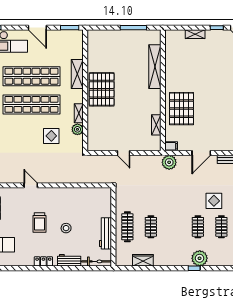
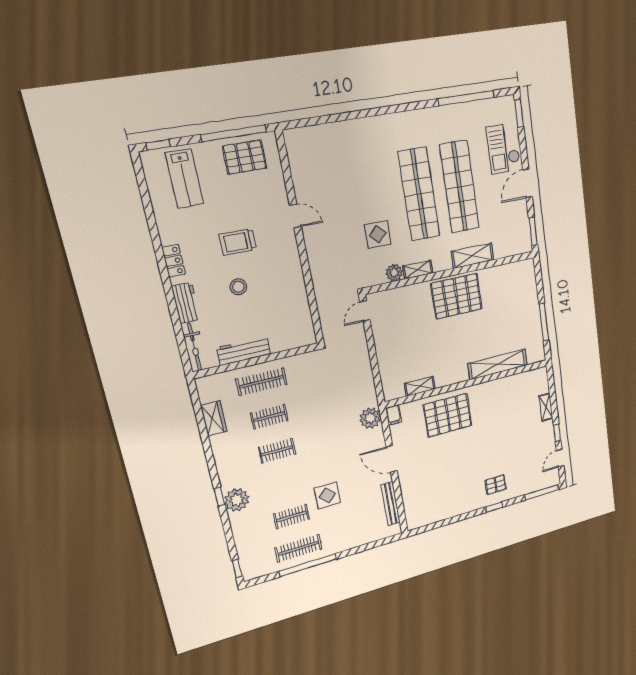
door: (124, 153) -> (365, 311), moved
door: (31, 185) -> (295, 216), hinge flipped
clothes rail: (198, 227) -> (277, 451), moved

